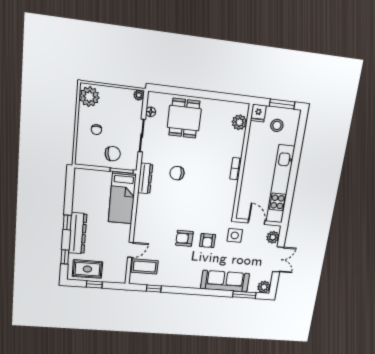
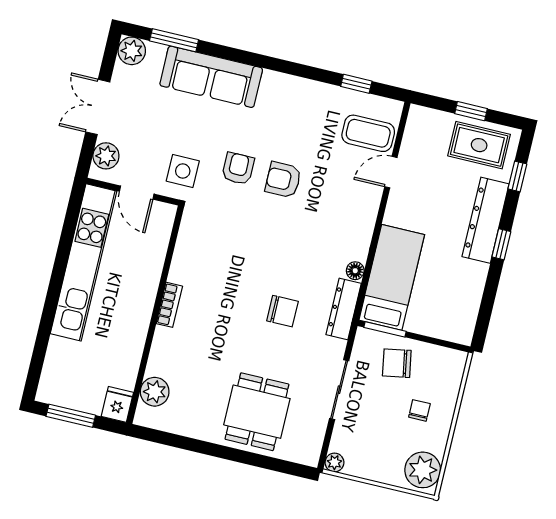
floor lamp: (151, 112) -> (355, 271), moved
stool: (277, 125) -> (83, 377), removed
armchair: (184, 238) -> (283, 180), turned 180

